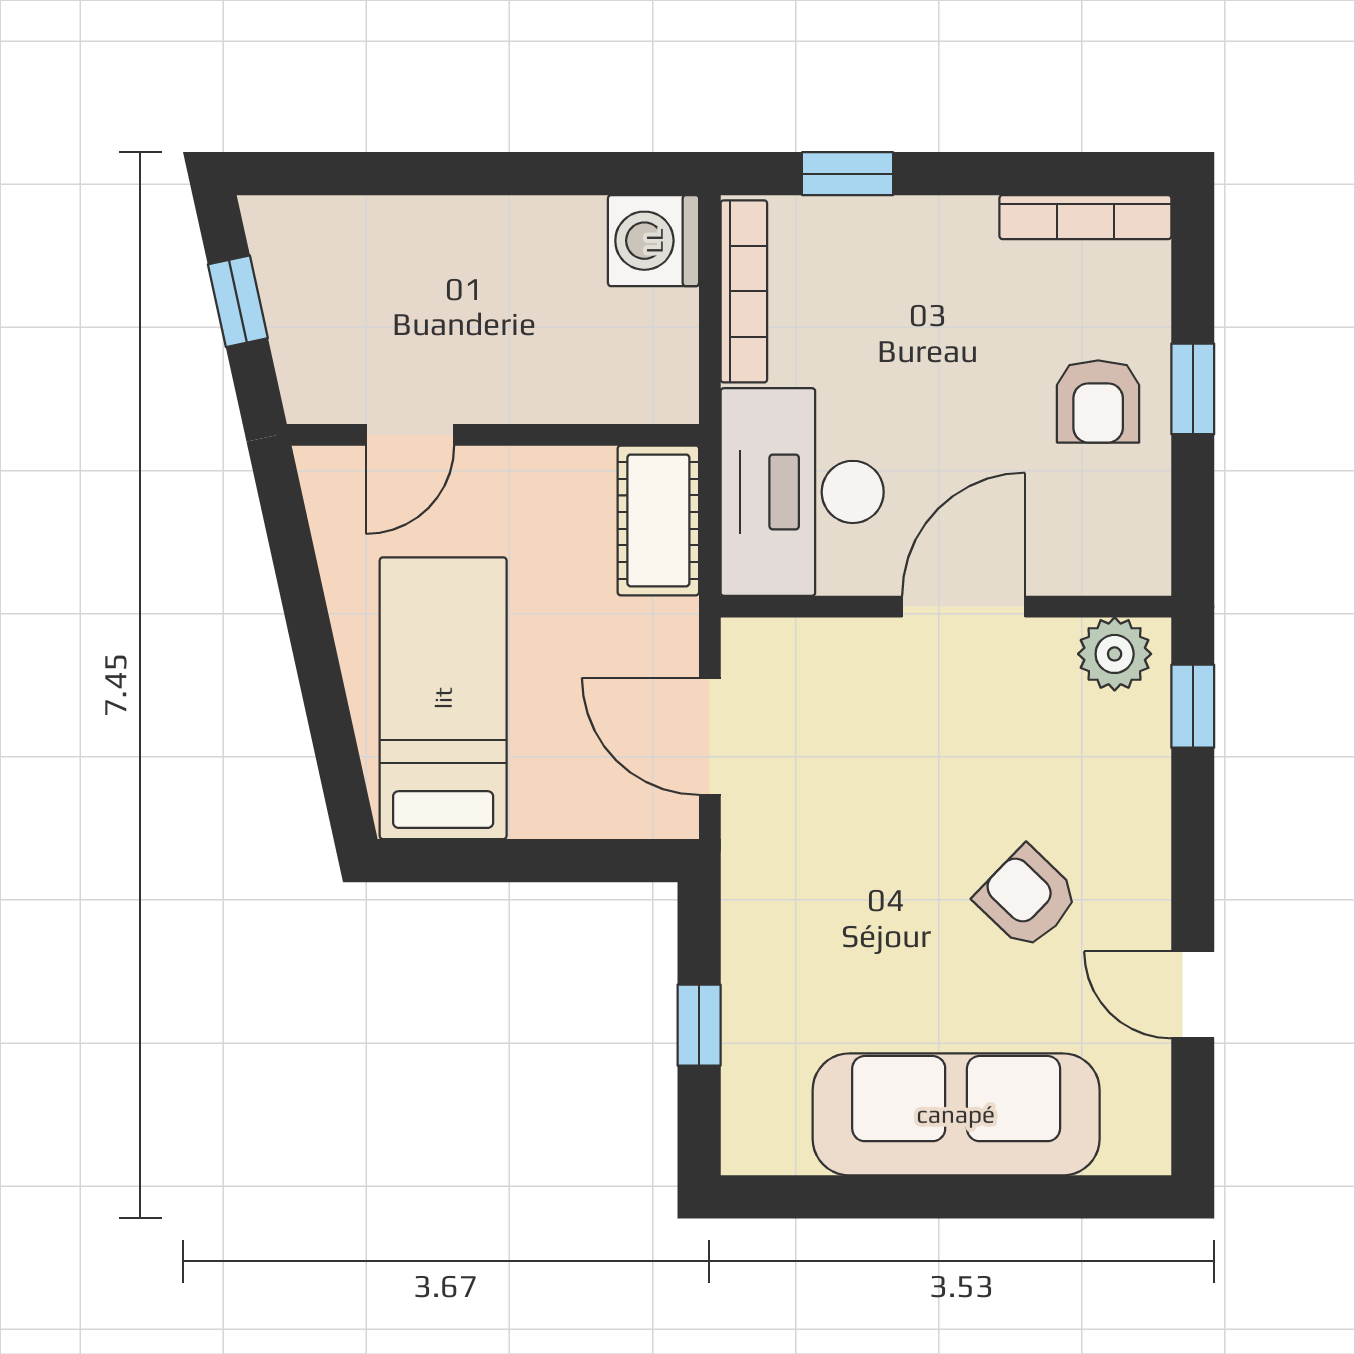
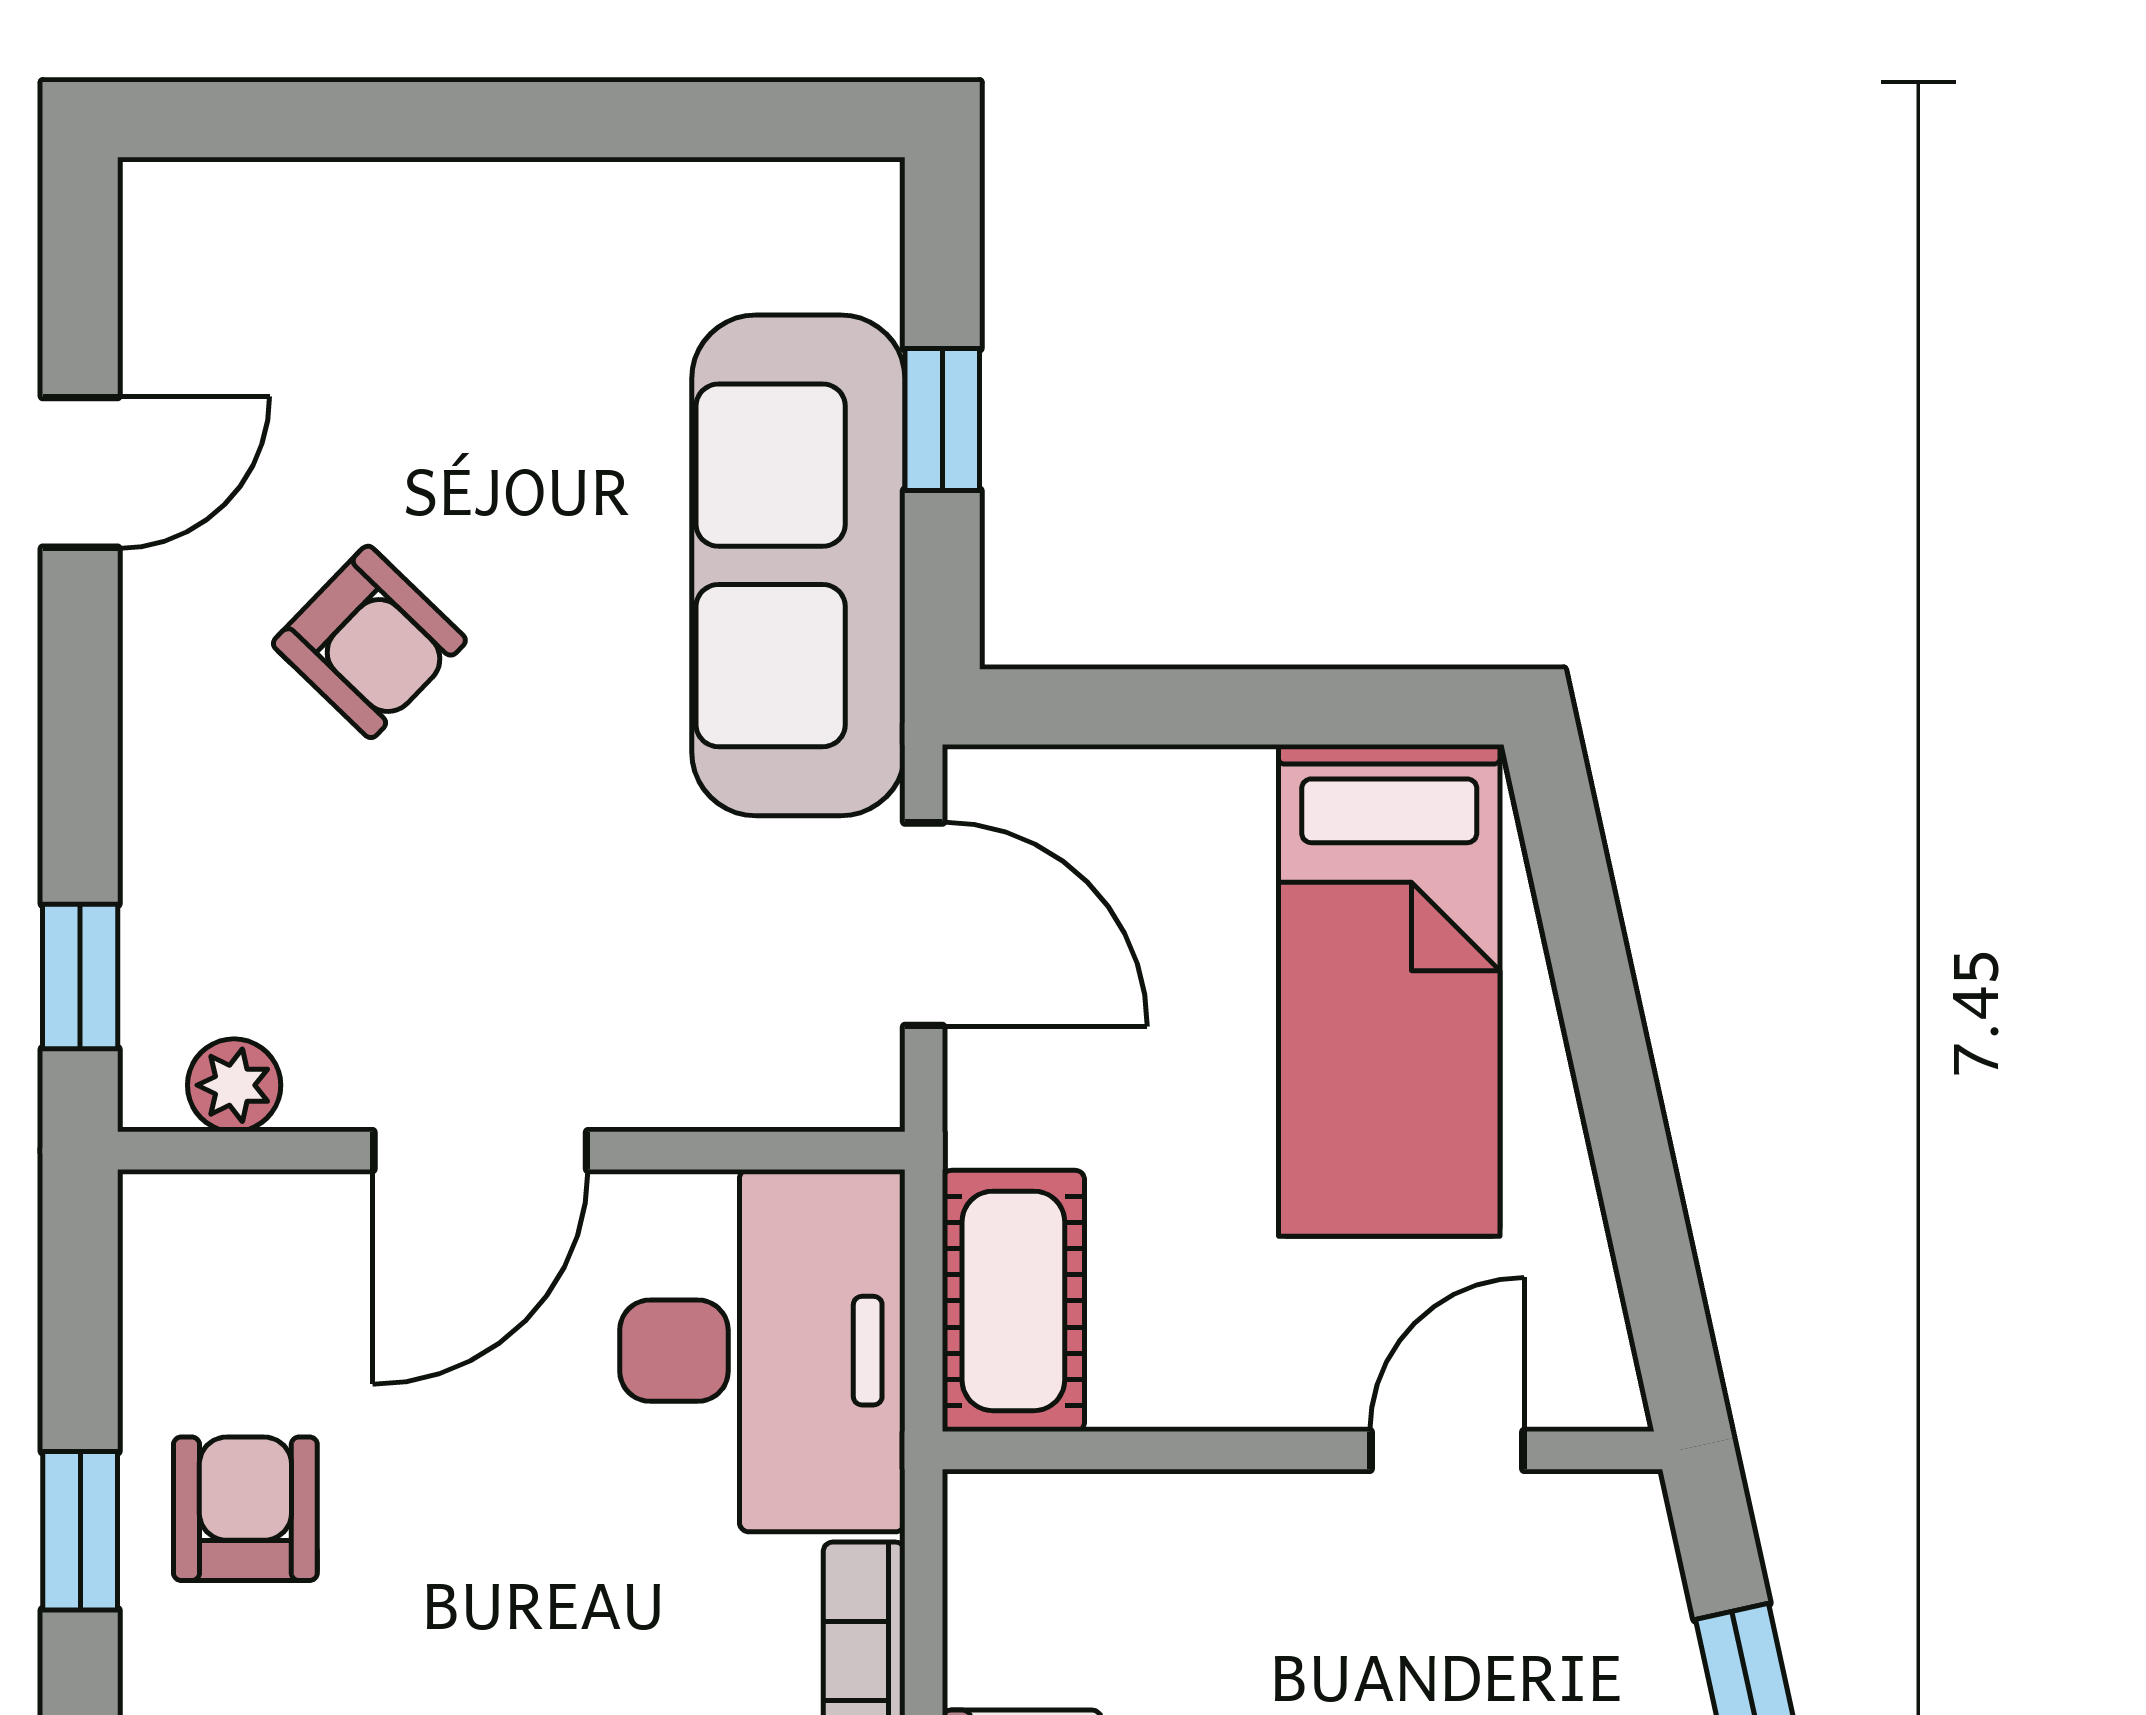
plant: (1115, 654) -> (234, 1085), width x0.73, depth x0.73
door: (1193, 995) -> (80, 472), hinge flipped
sofa: (956, 1114) -> (798, 565), moved, turned 90

